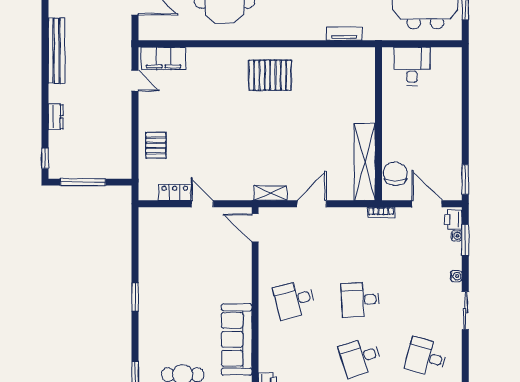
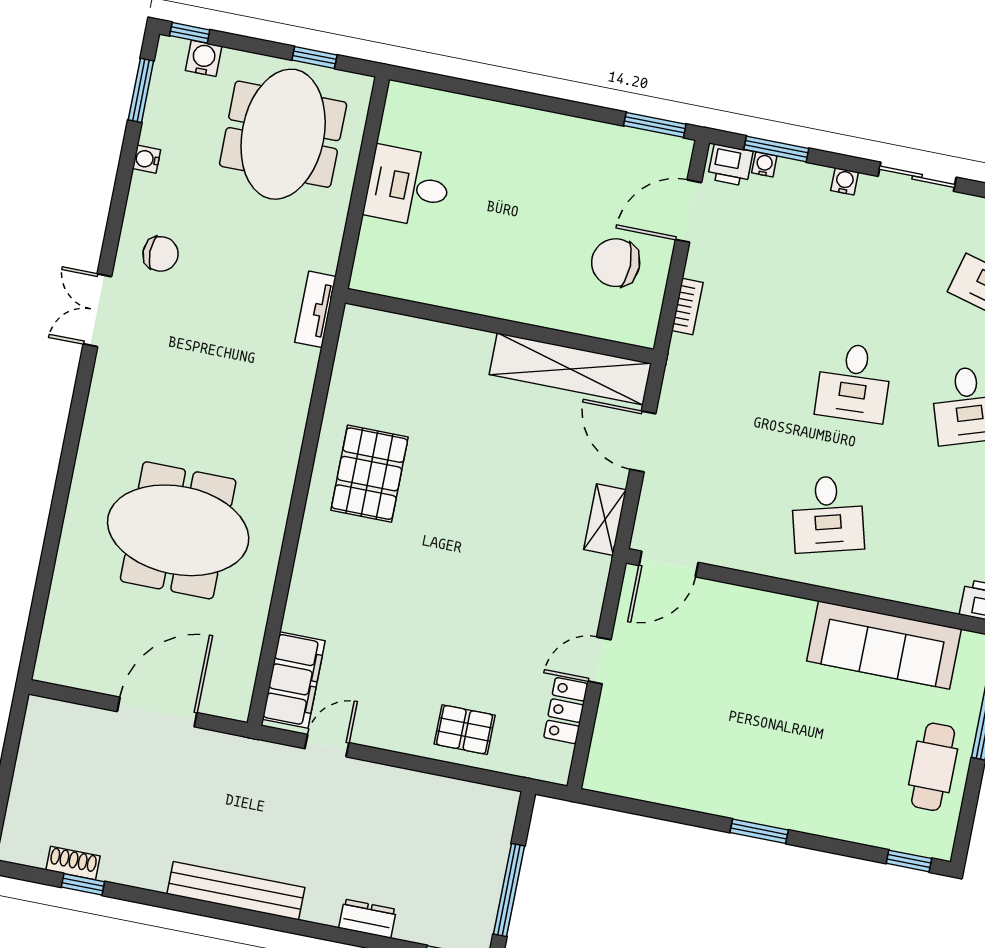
wall: (379, 124) -> (499, 326), moved
shelving: (365, 162) -> (570, 369), moved

